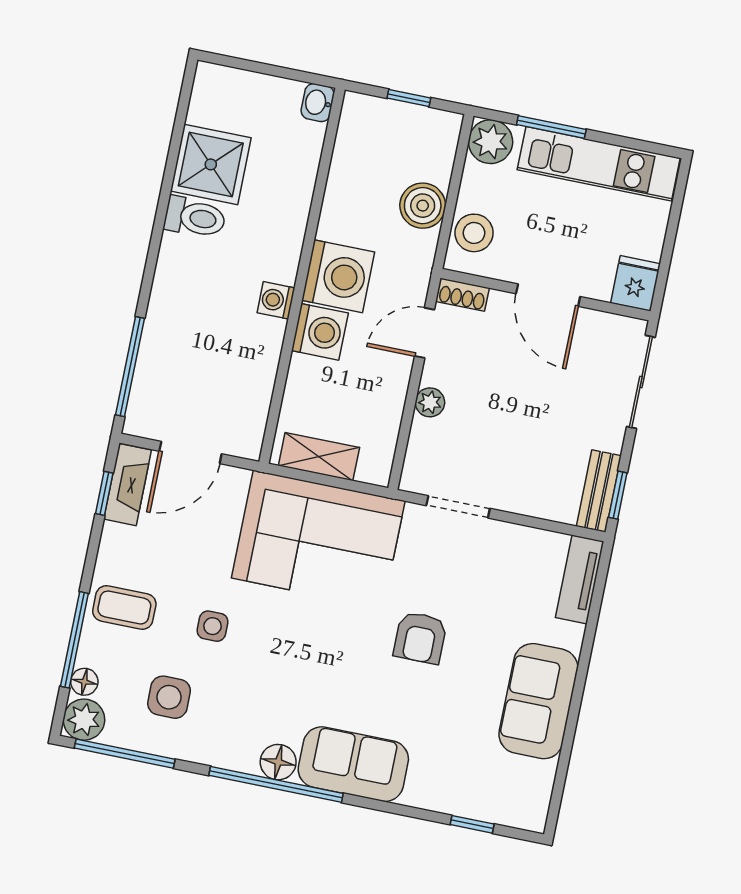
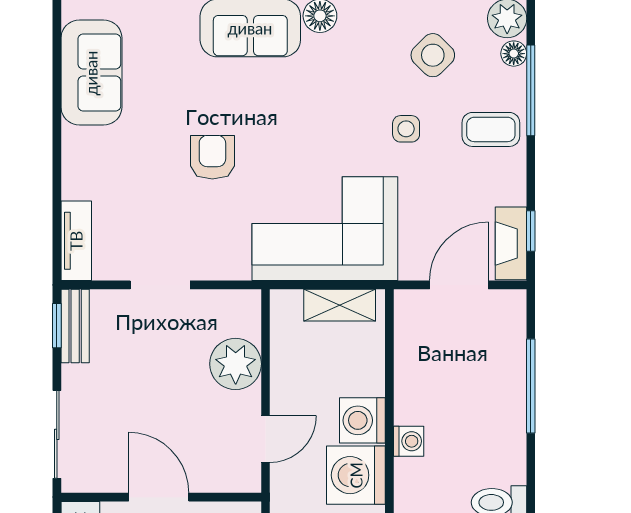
shoe rack: (462, 295) -> (238, 481), removed
window: (130, 367) -> (531, 386), moved
plant: (430, 402) -> (236, 364), width x1.88, depth x1.88
doorway: (458, 507) -> (160, 285), moved
side table: (169, 697) -> (433, 55), turned 45
sofa: (538, 701) -> (91, 73), moved

